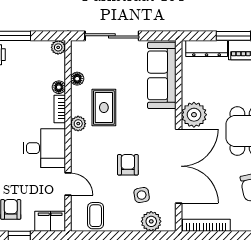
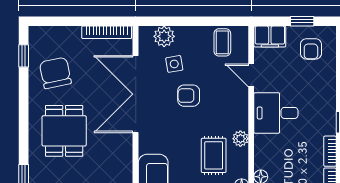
bookcase: (60, 109) -> (260, 154), removed
plant: (194, 115) -> (119, 148), removed
armchair: (128, 165) -> (189, 96), turned 90

